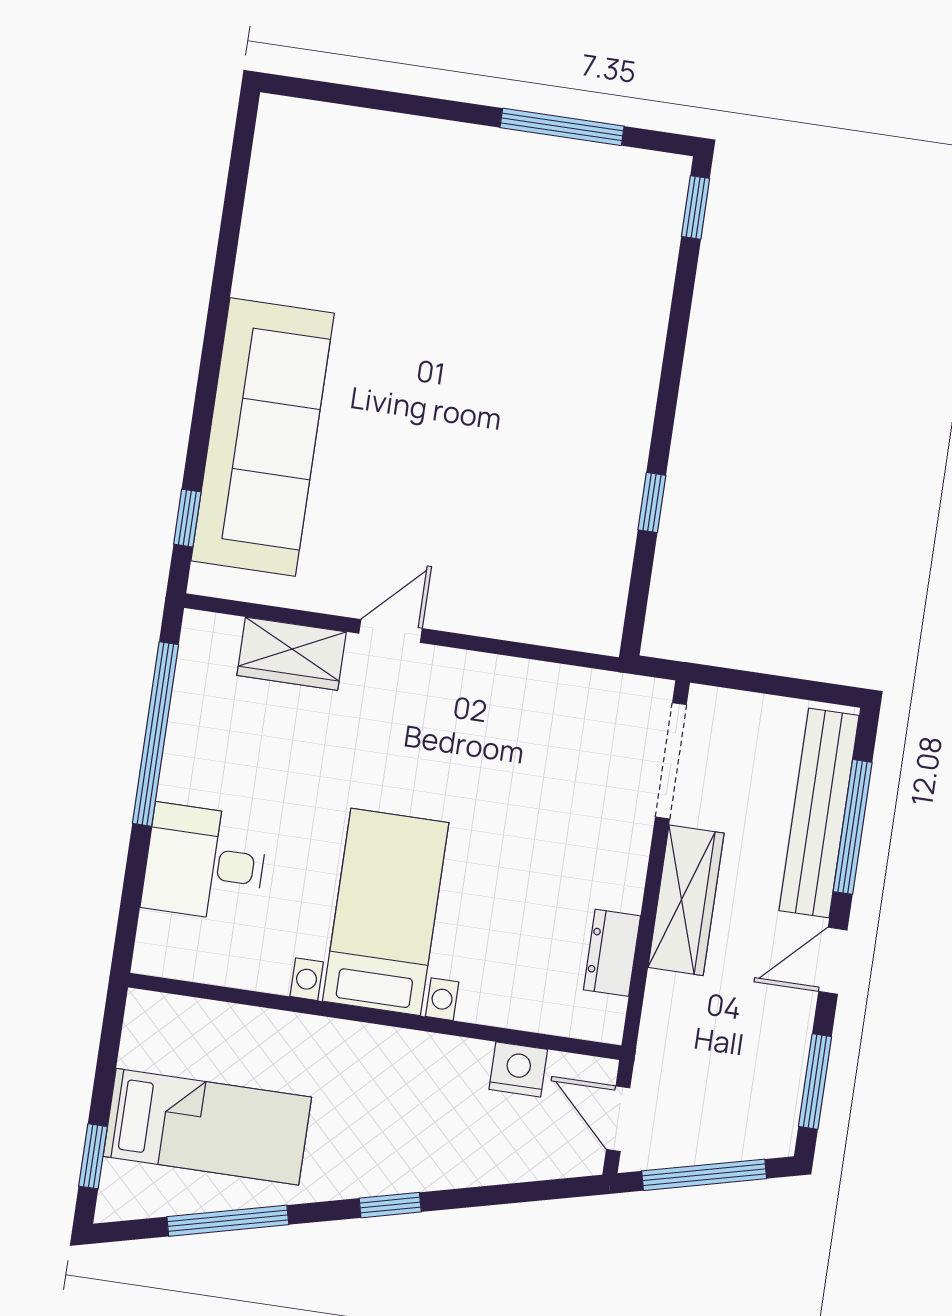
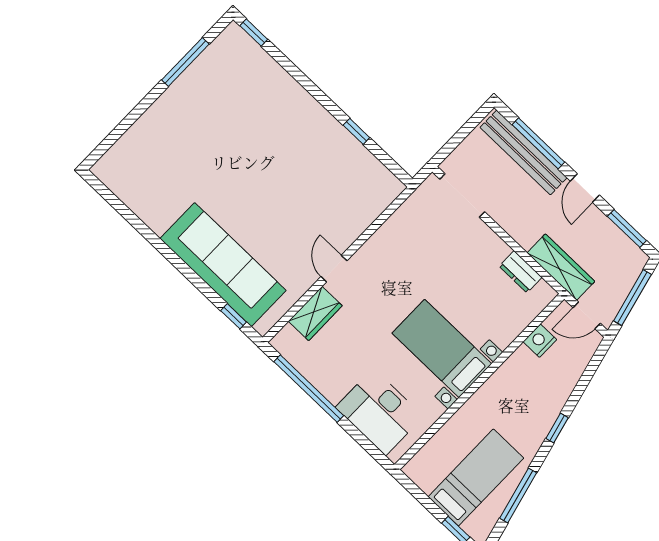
desk: (205, 863) -> (379, 412), width x1.37
wardrobe: (686, 900) -> (561, 267), moved

